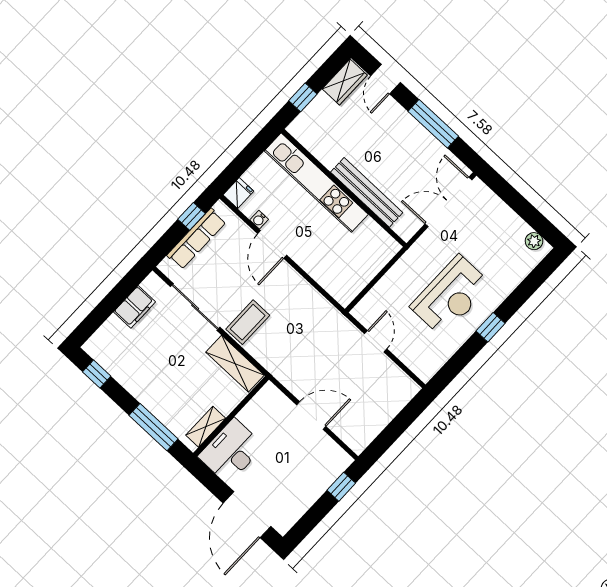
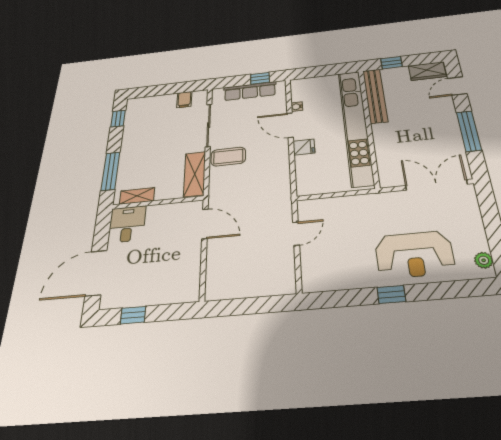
kitchen unit: (316, 183) -> (355, 126), width x1.36
bench: (367, 192) -> (375, 96), moved
fridge: (238, 193) -> (304, 147), moved
door: (272, 244) -> (290, 125), hinge flipped
reception desk: (451, 296) -> (414, 255), moved
filing cabinet: (135, 307) -> (184, 100), width x0.50
door: (311, 416) -> (205, 224), moved
desk: (231, 451) -> (127, 224), width x0.73
window: (341, 487) -> (133, 315), moved

